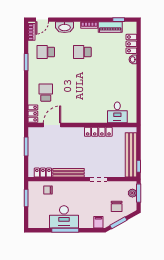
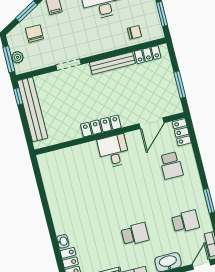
desk: (117, 112) -> (114, 151), moved
locker: (98, 132) -> (101, 126), moved

